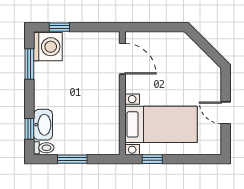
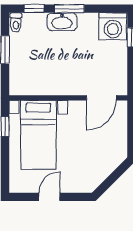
window: (29, 64) -> (69, 9), moved
washbasin: (43, 125) -> (62, 22), moved

